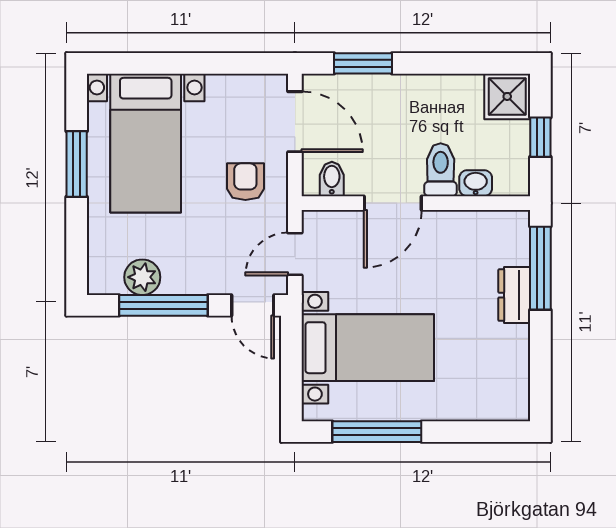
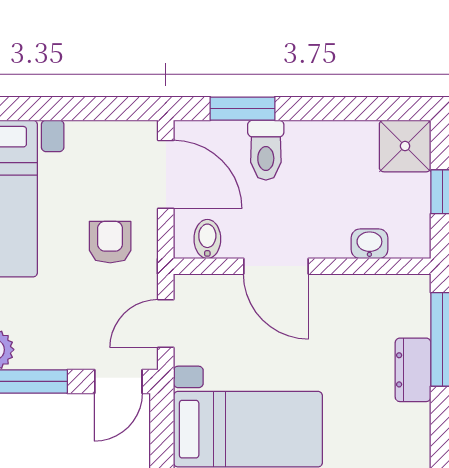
toilet: (441, 170) -> (266, 150), moved, turned 180
door: (393, 203) -> (276, 266), hinge flipped
door: (253, 305) -> (118, 381), hinge flipped

